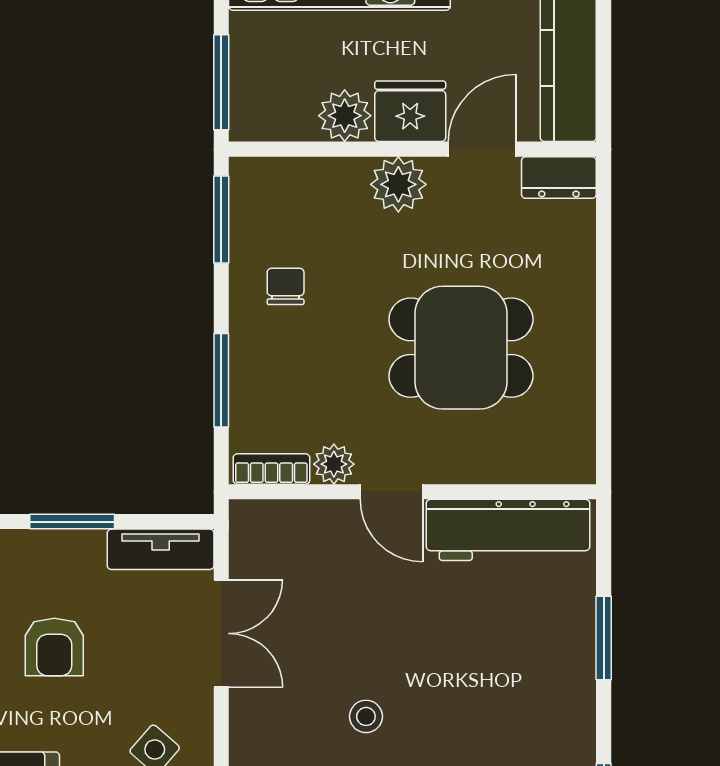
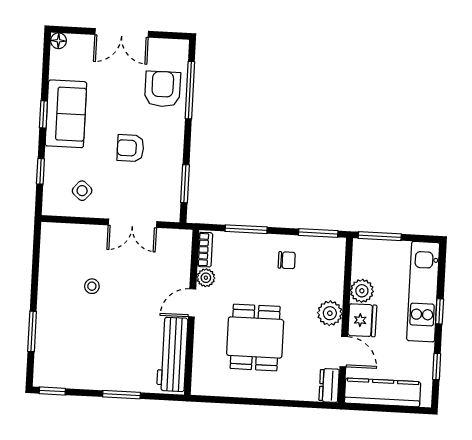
window: (72, 522) -> (185, 184), moved
tv unit: (161, 549) -> (172, 198), removed

